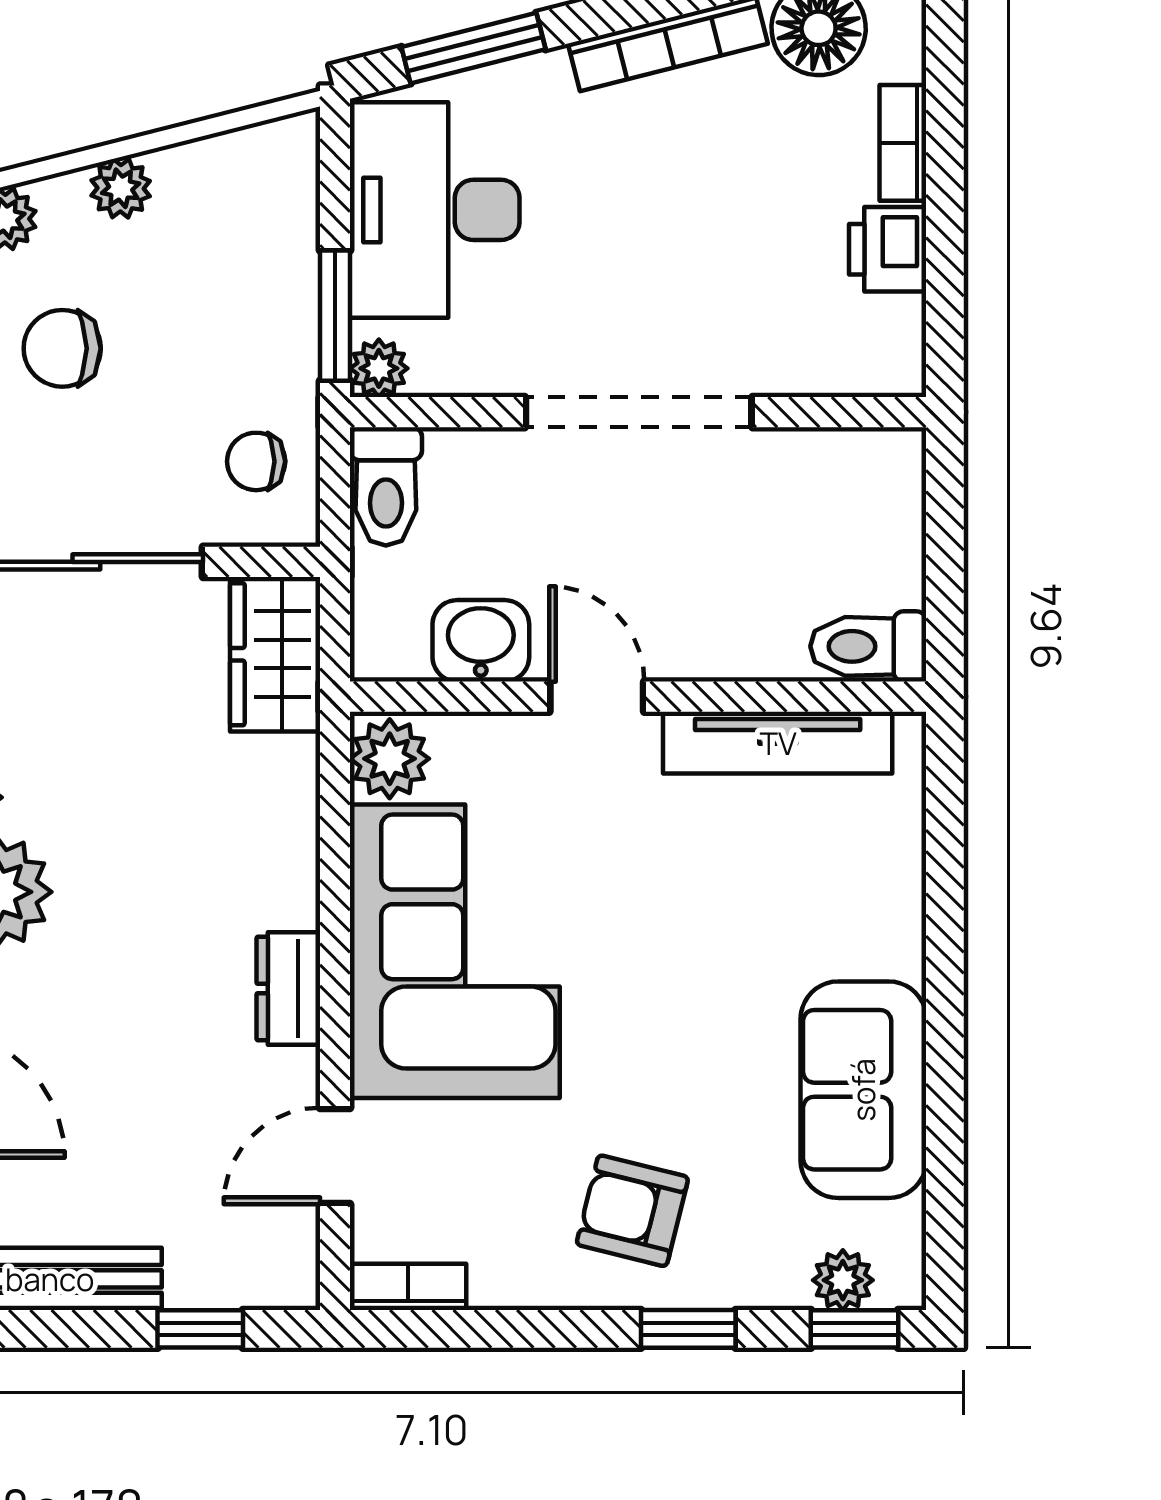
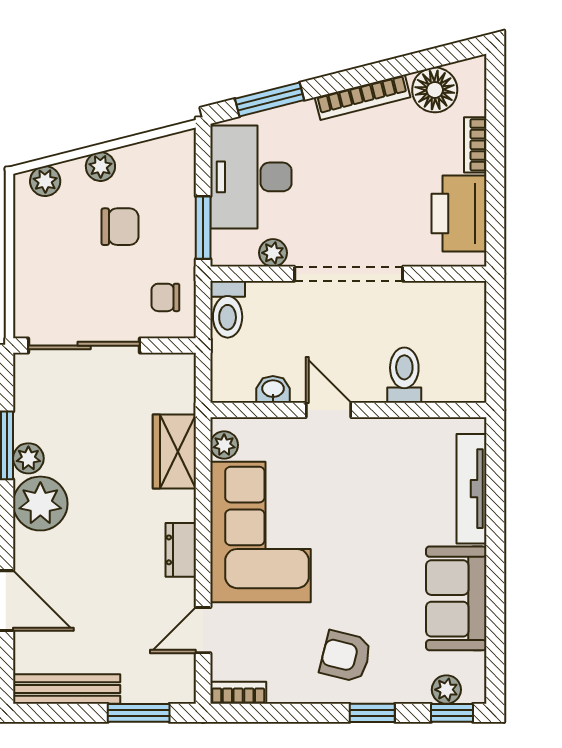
printer: (888, 249) -> (459, 213), width x1.87, depth x1.48
chair: (62, 348) -> (120, 227), moved, turned 180
plant: (379, 368) -> (273, 253), moved
washbasin: (481, 641) -> (273, 389), width x0.72, depth x0.69
toilet: (868, 646) -> (404, 375), moved, turned 90
wardrobe: (275, 654) -> (174, 452), moved
tv unit: (778, 743) -> (471, 489), moved, turned 90
plant: (390, 759) -> (224, 445), width x0.73, depth x0.73
window: (200, 1329) -> (139, 713), width x1.50

